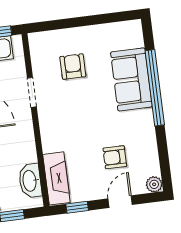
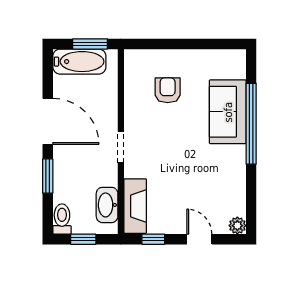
doorway: (32, 92) -> (121, 147), moved
armchair: (115, 157) -> (200, 192), removed
door: (120, 202) -> (199, 239), hinge flipped

